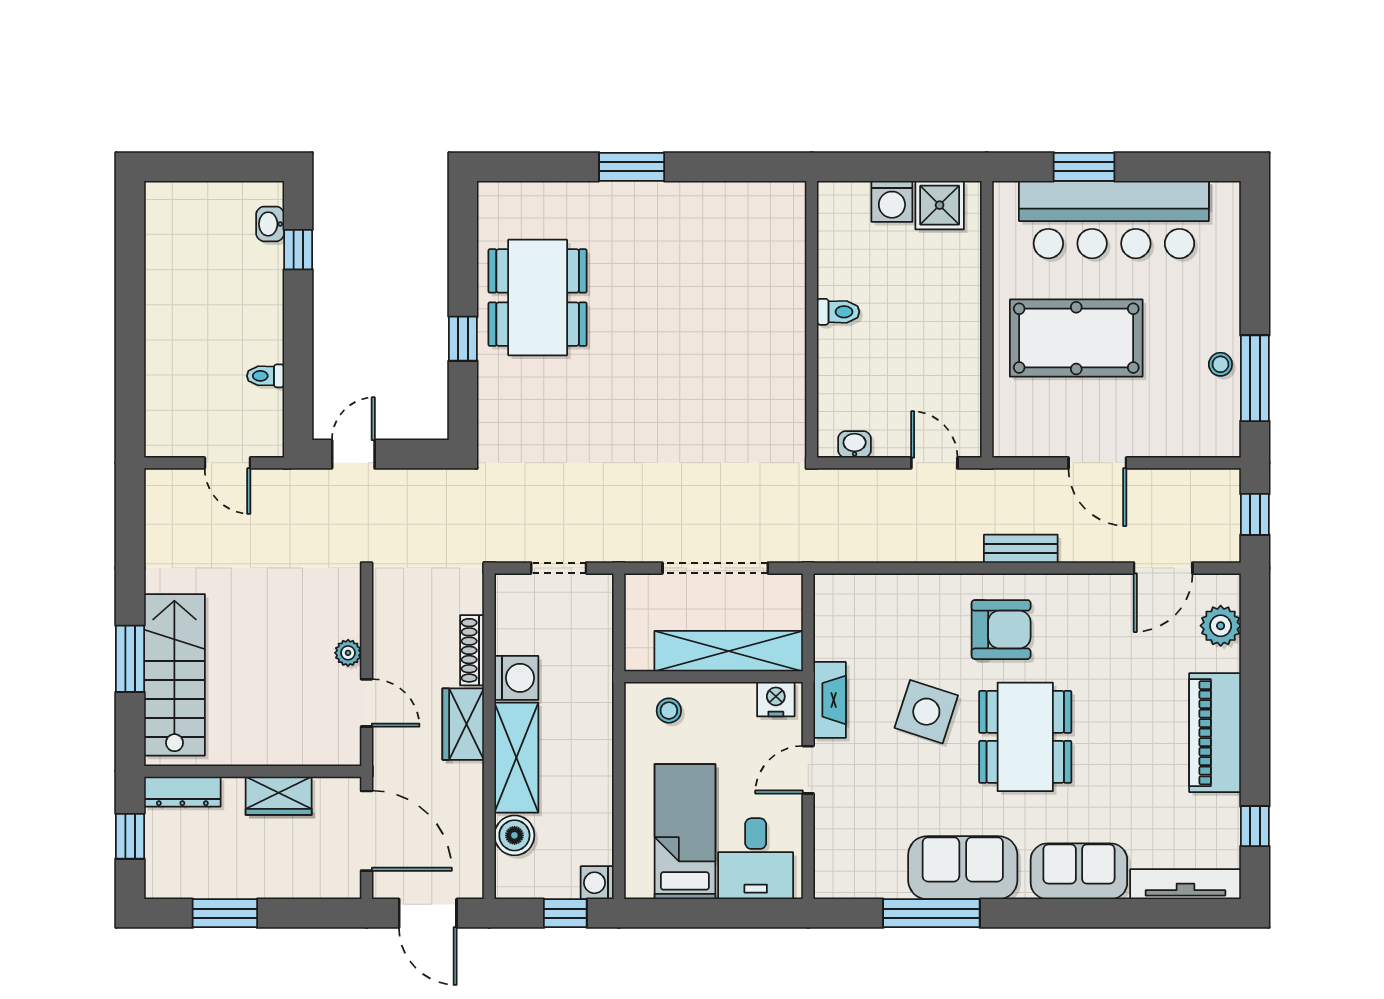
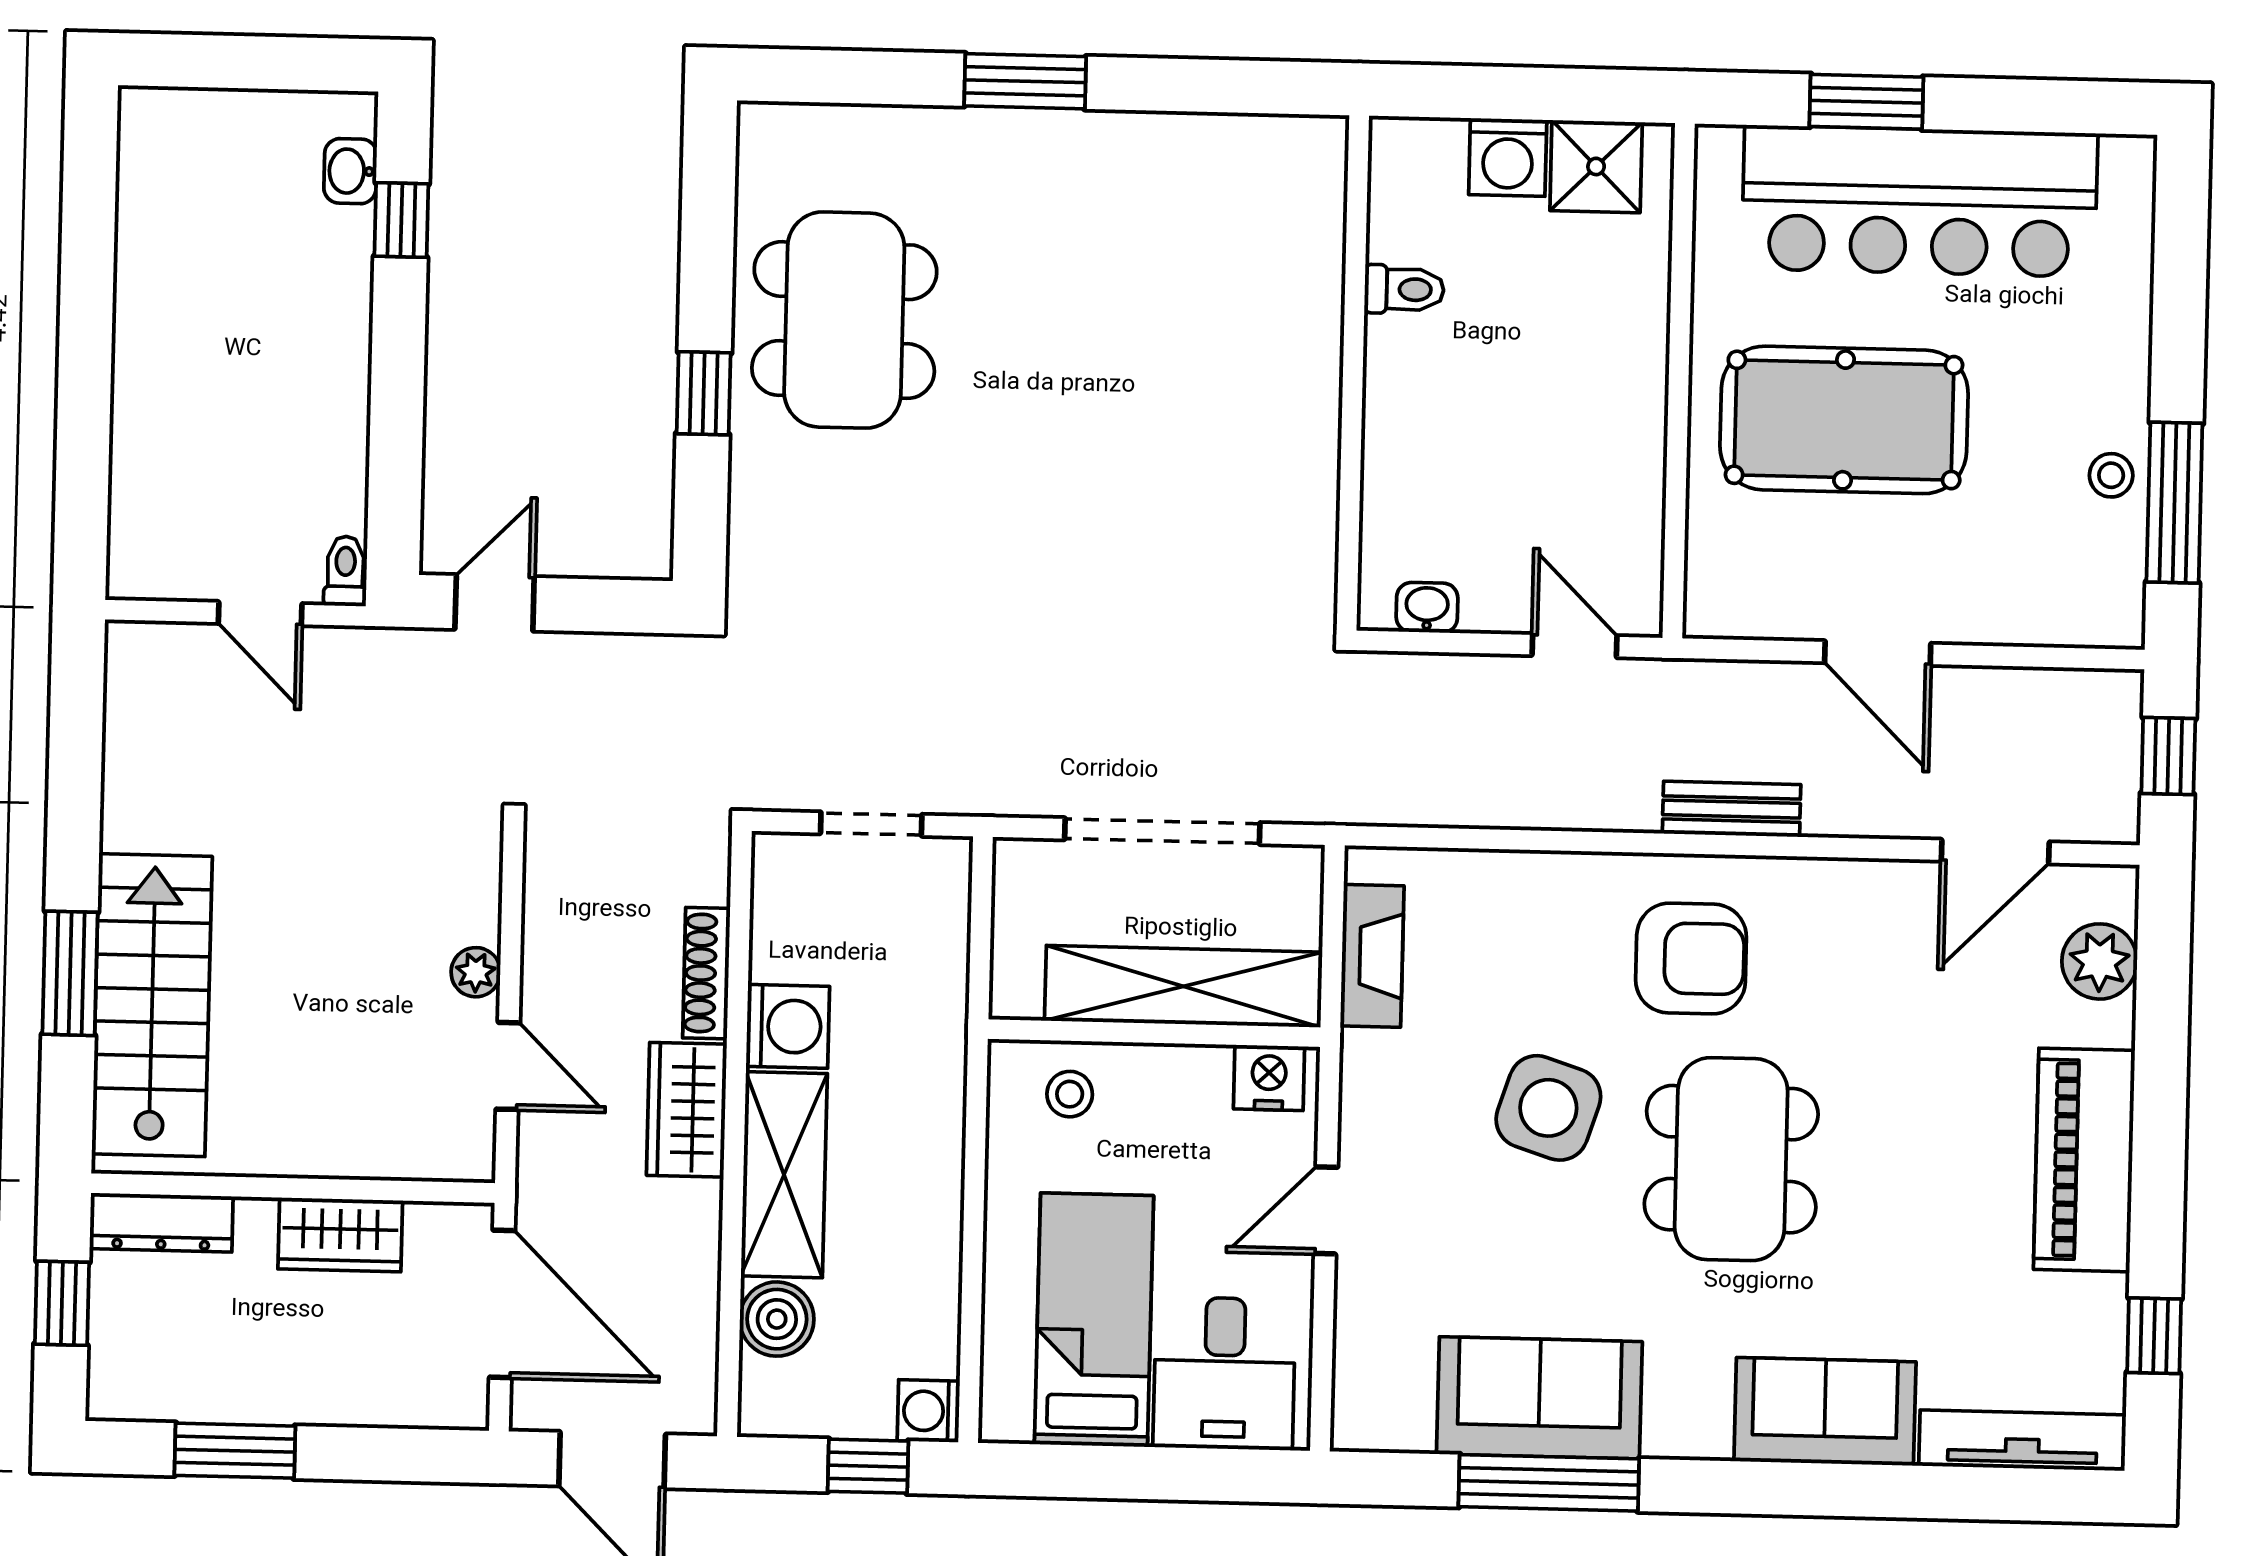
toilet: (838, 312) -> (1404, 289), moved
toilet: (266, 376) -> (345, 571), moved, turned 90
fireplace: (830, 700) -> (1372, 956), moved
sofa: (963, 868) -> (1539, 1398), moved

